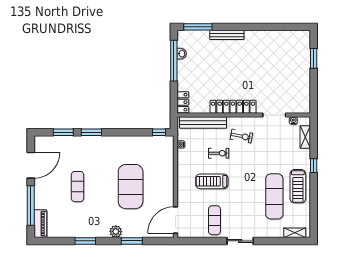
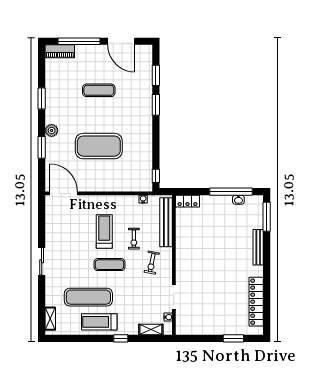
locker: (233, 107) -> (256, 302), moved, turned 180
exercise mat: (214, 220) -> (109, 265), moved

